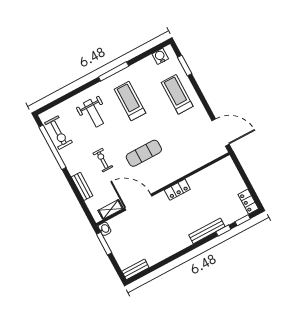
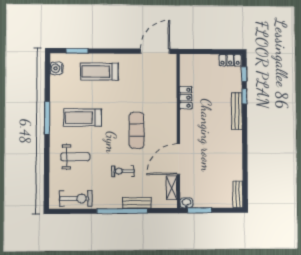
window: (53, 147) -> (122, 211), moved
locker: (177, 190) -> (186, 98), moved

